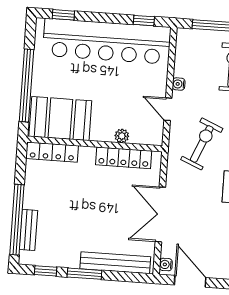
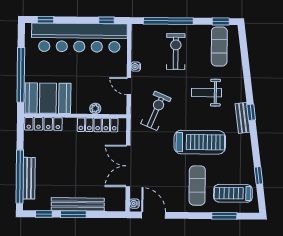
bench: (28, 230) -> (29, 178), width x1.36
bench: (115, 263) -> (78, 204), moved

